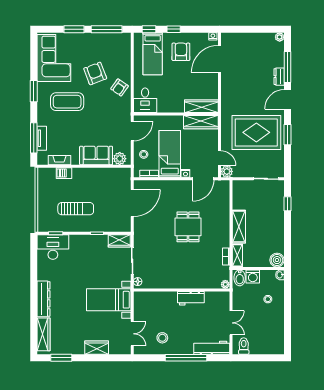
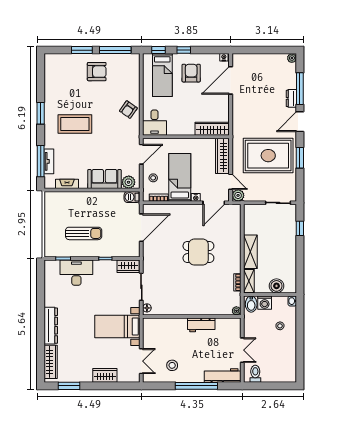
corner sofa: (54, 58) -> (61, 79), removed
armchair: (95, 73) -> (97, 72), moved, turned 111
wardrobe: (201, 122) -> (222, 156), moved, turned 90
barbecue: (64, 173) -> (132, 197), moved
dining table: (188, 227) -> (198, 252), turned 90
desk: (53, 247) -> (76, 273), moved
boiler: (277, 260) -> (276, 286), moved

